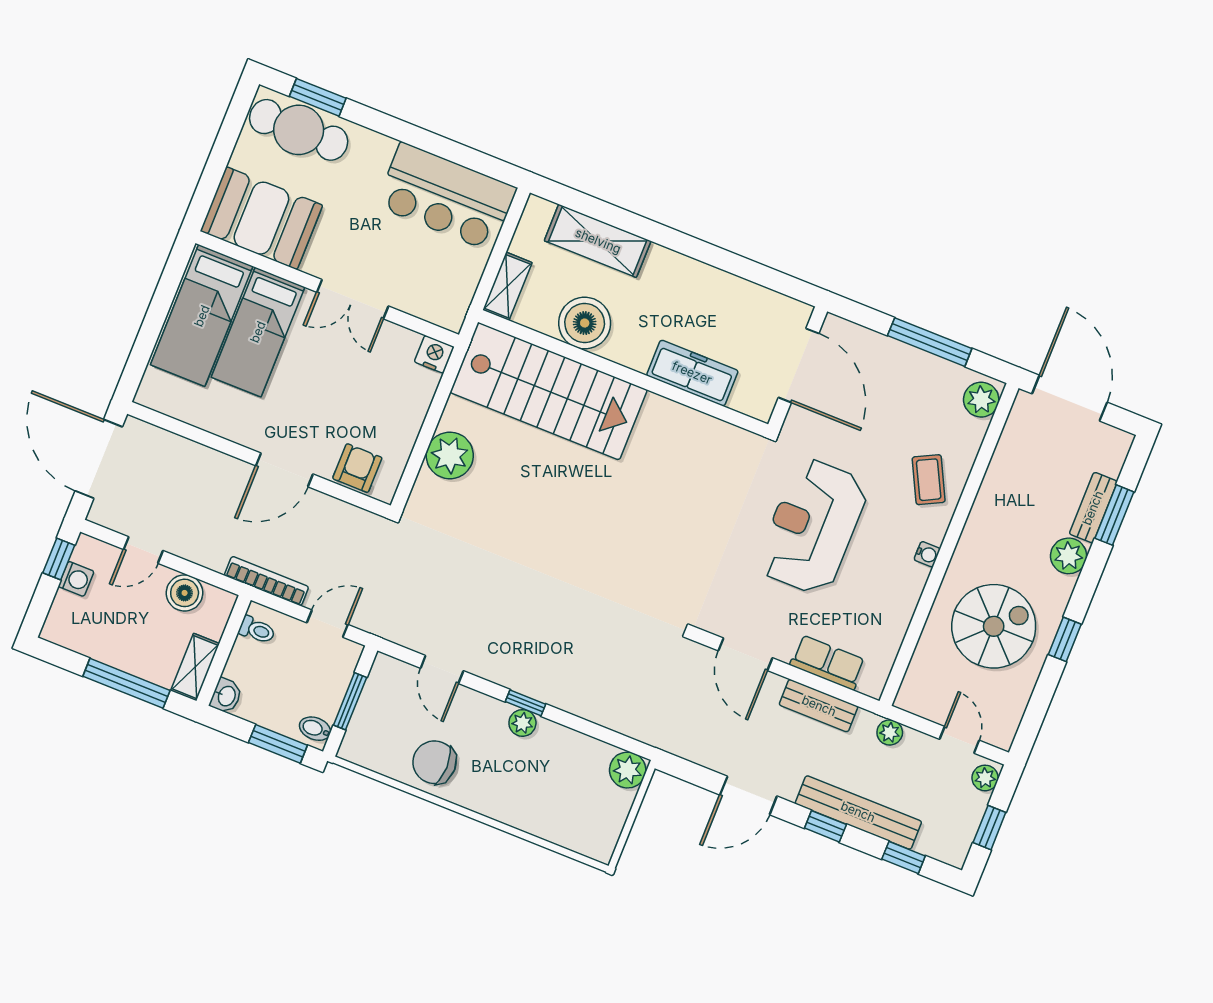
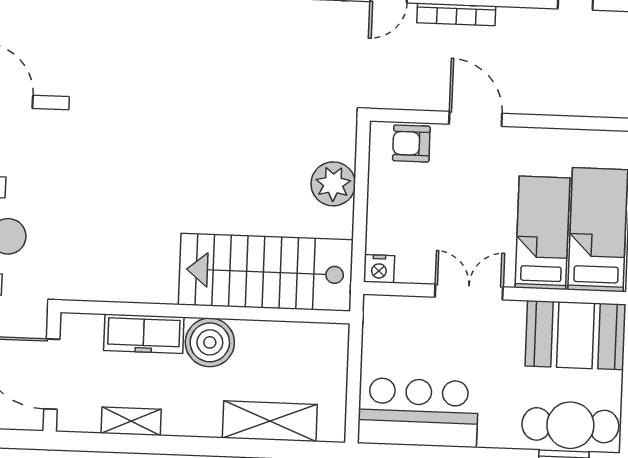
shelving: (507, 286) -> (131, 421), moved, turned 90
boiler: (585, 323) -> (210, 342), moved
armchair: (357, 468) -> (411, 143), turned 90
door: (284, 470) -> (476, 119), hinge flipped

